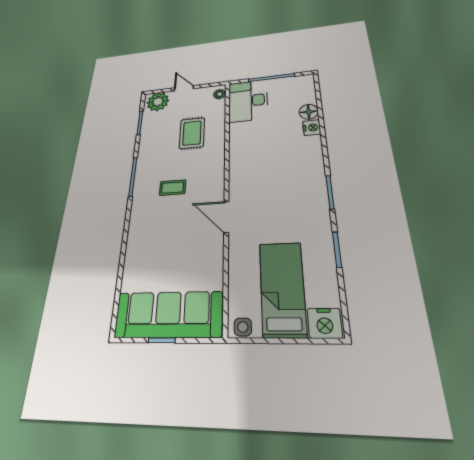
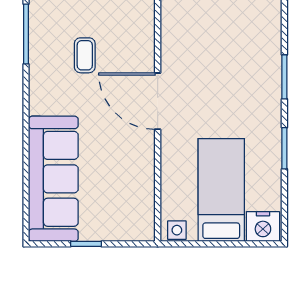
coffee table: (173, 188) -> (85, 55), turned 90
door: (226, 217) -> (158, 101), width x1.36
sofa: (168, 315) -> (53, 179), moved, turned 90

